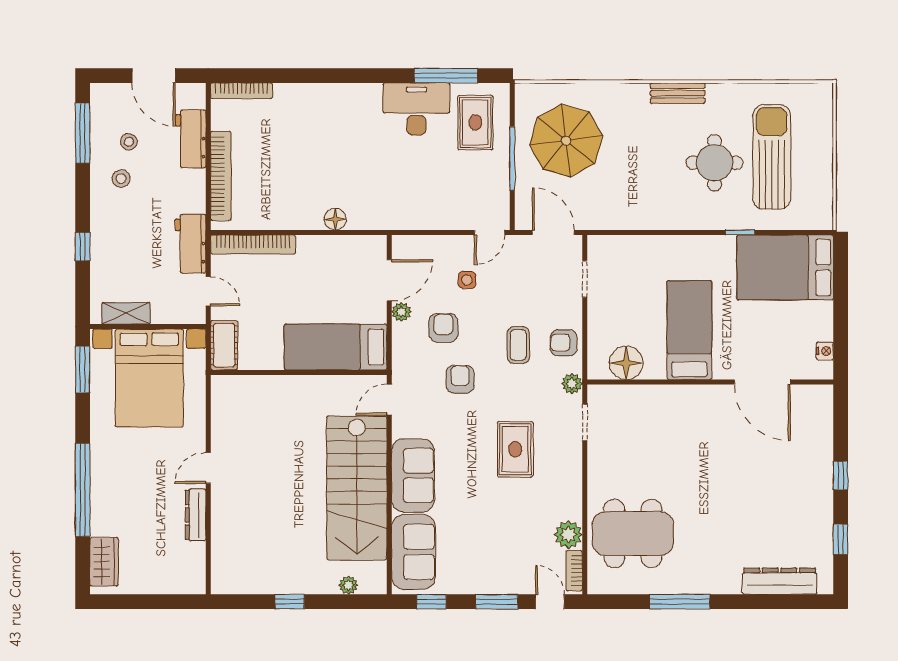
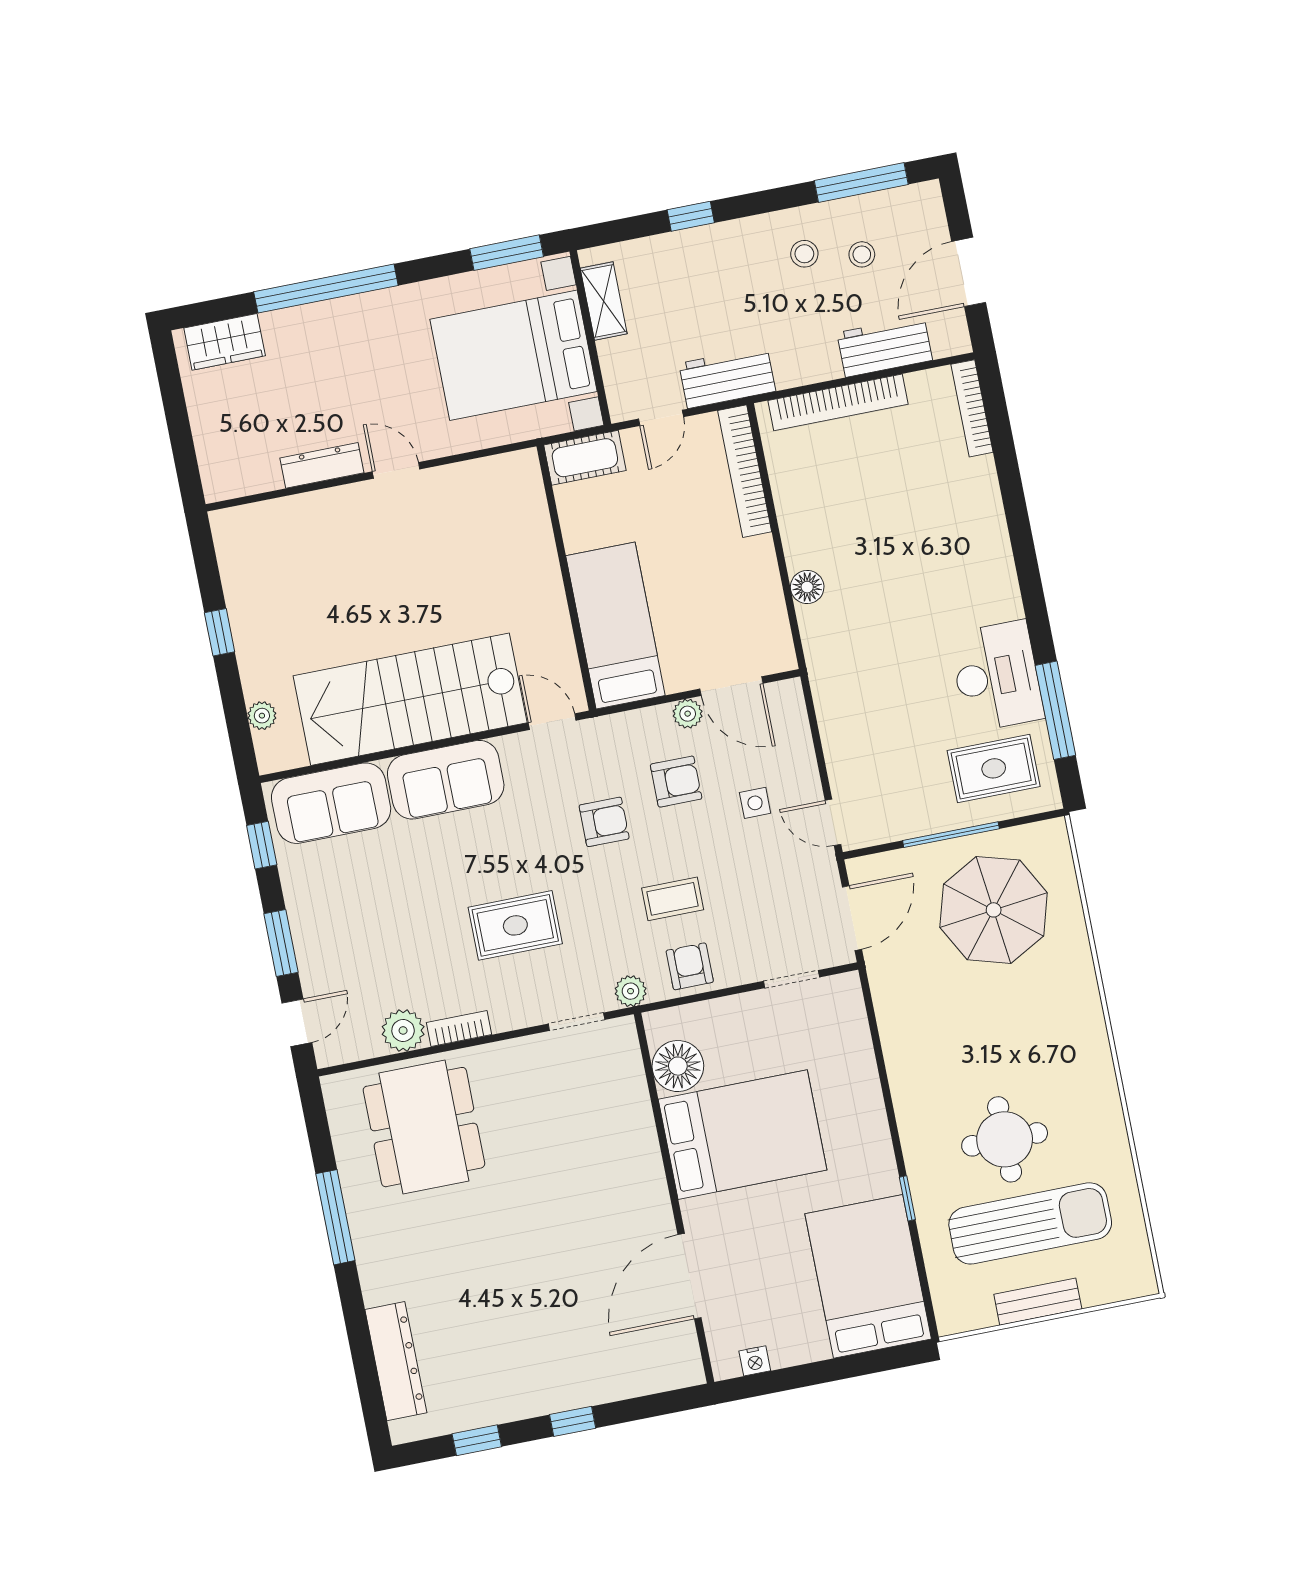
bench: (678, 93) -> (1038, 1302), moved, turned 90
bed: (689, 330) -> (743, 1135), width x1.50
bookcase: (574, 571) -> (459, 1029), moved

